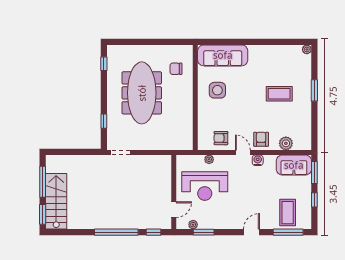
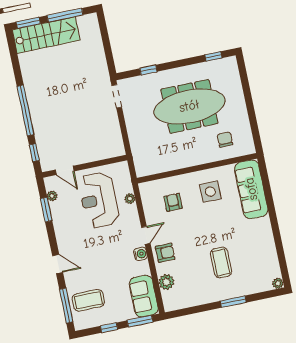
armchair: (221, 138) -> (173, 202), moved

